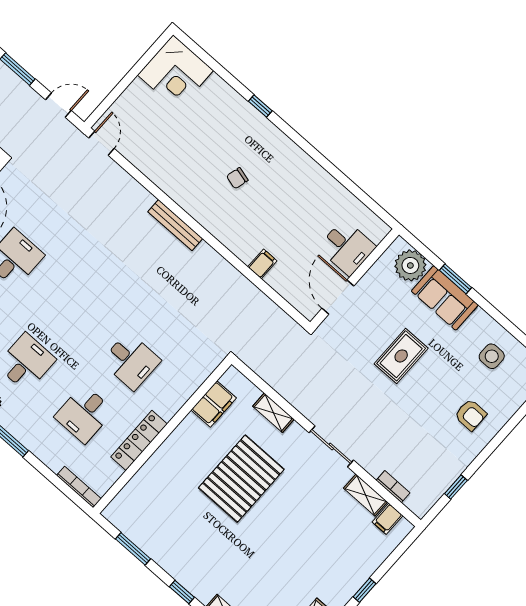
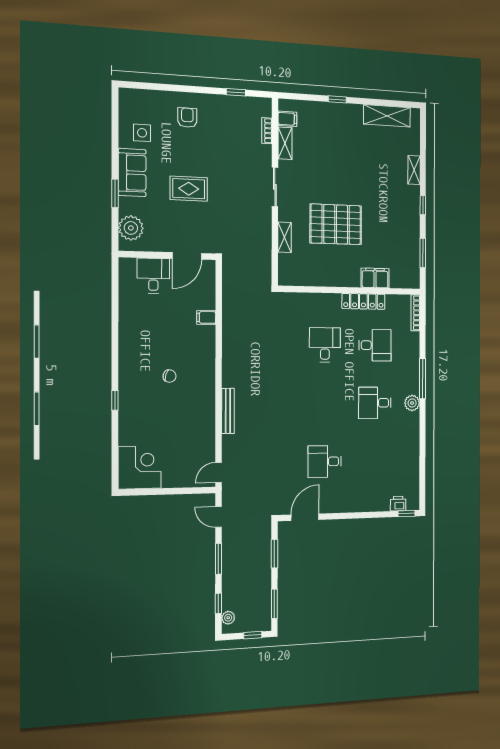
bench: (175, 225) -> (228, 411), moved
sofa: (445, 298) -> (132, 173), moved
filing cabinet: (214, 404) -> (375, 278), moved

